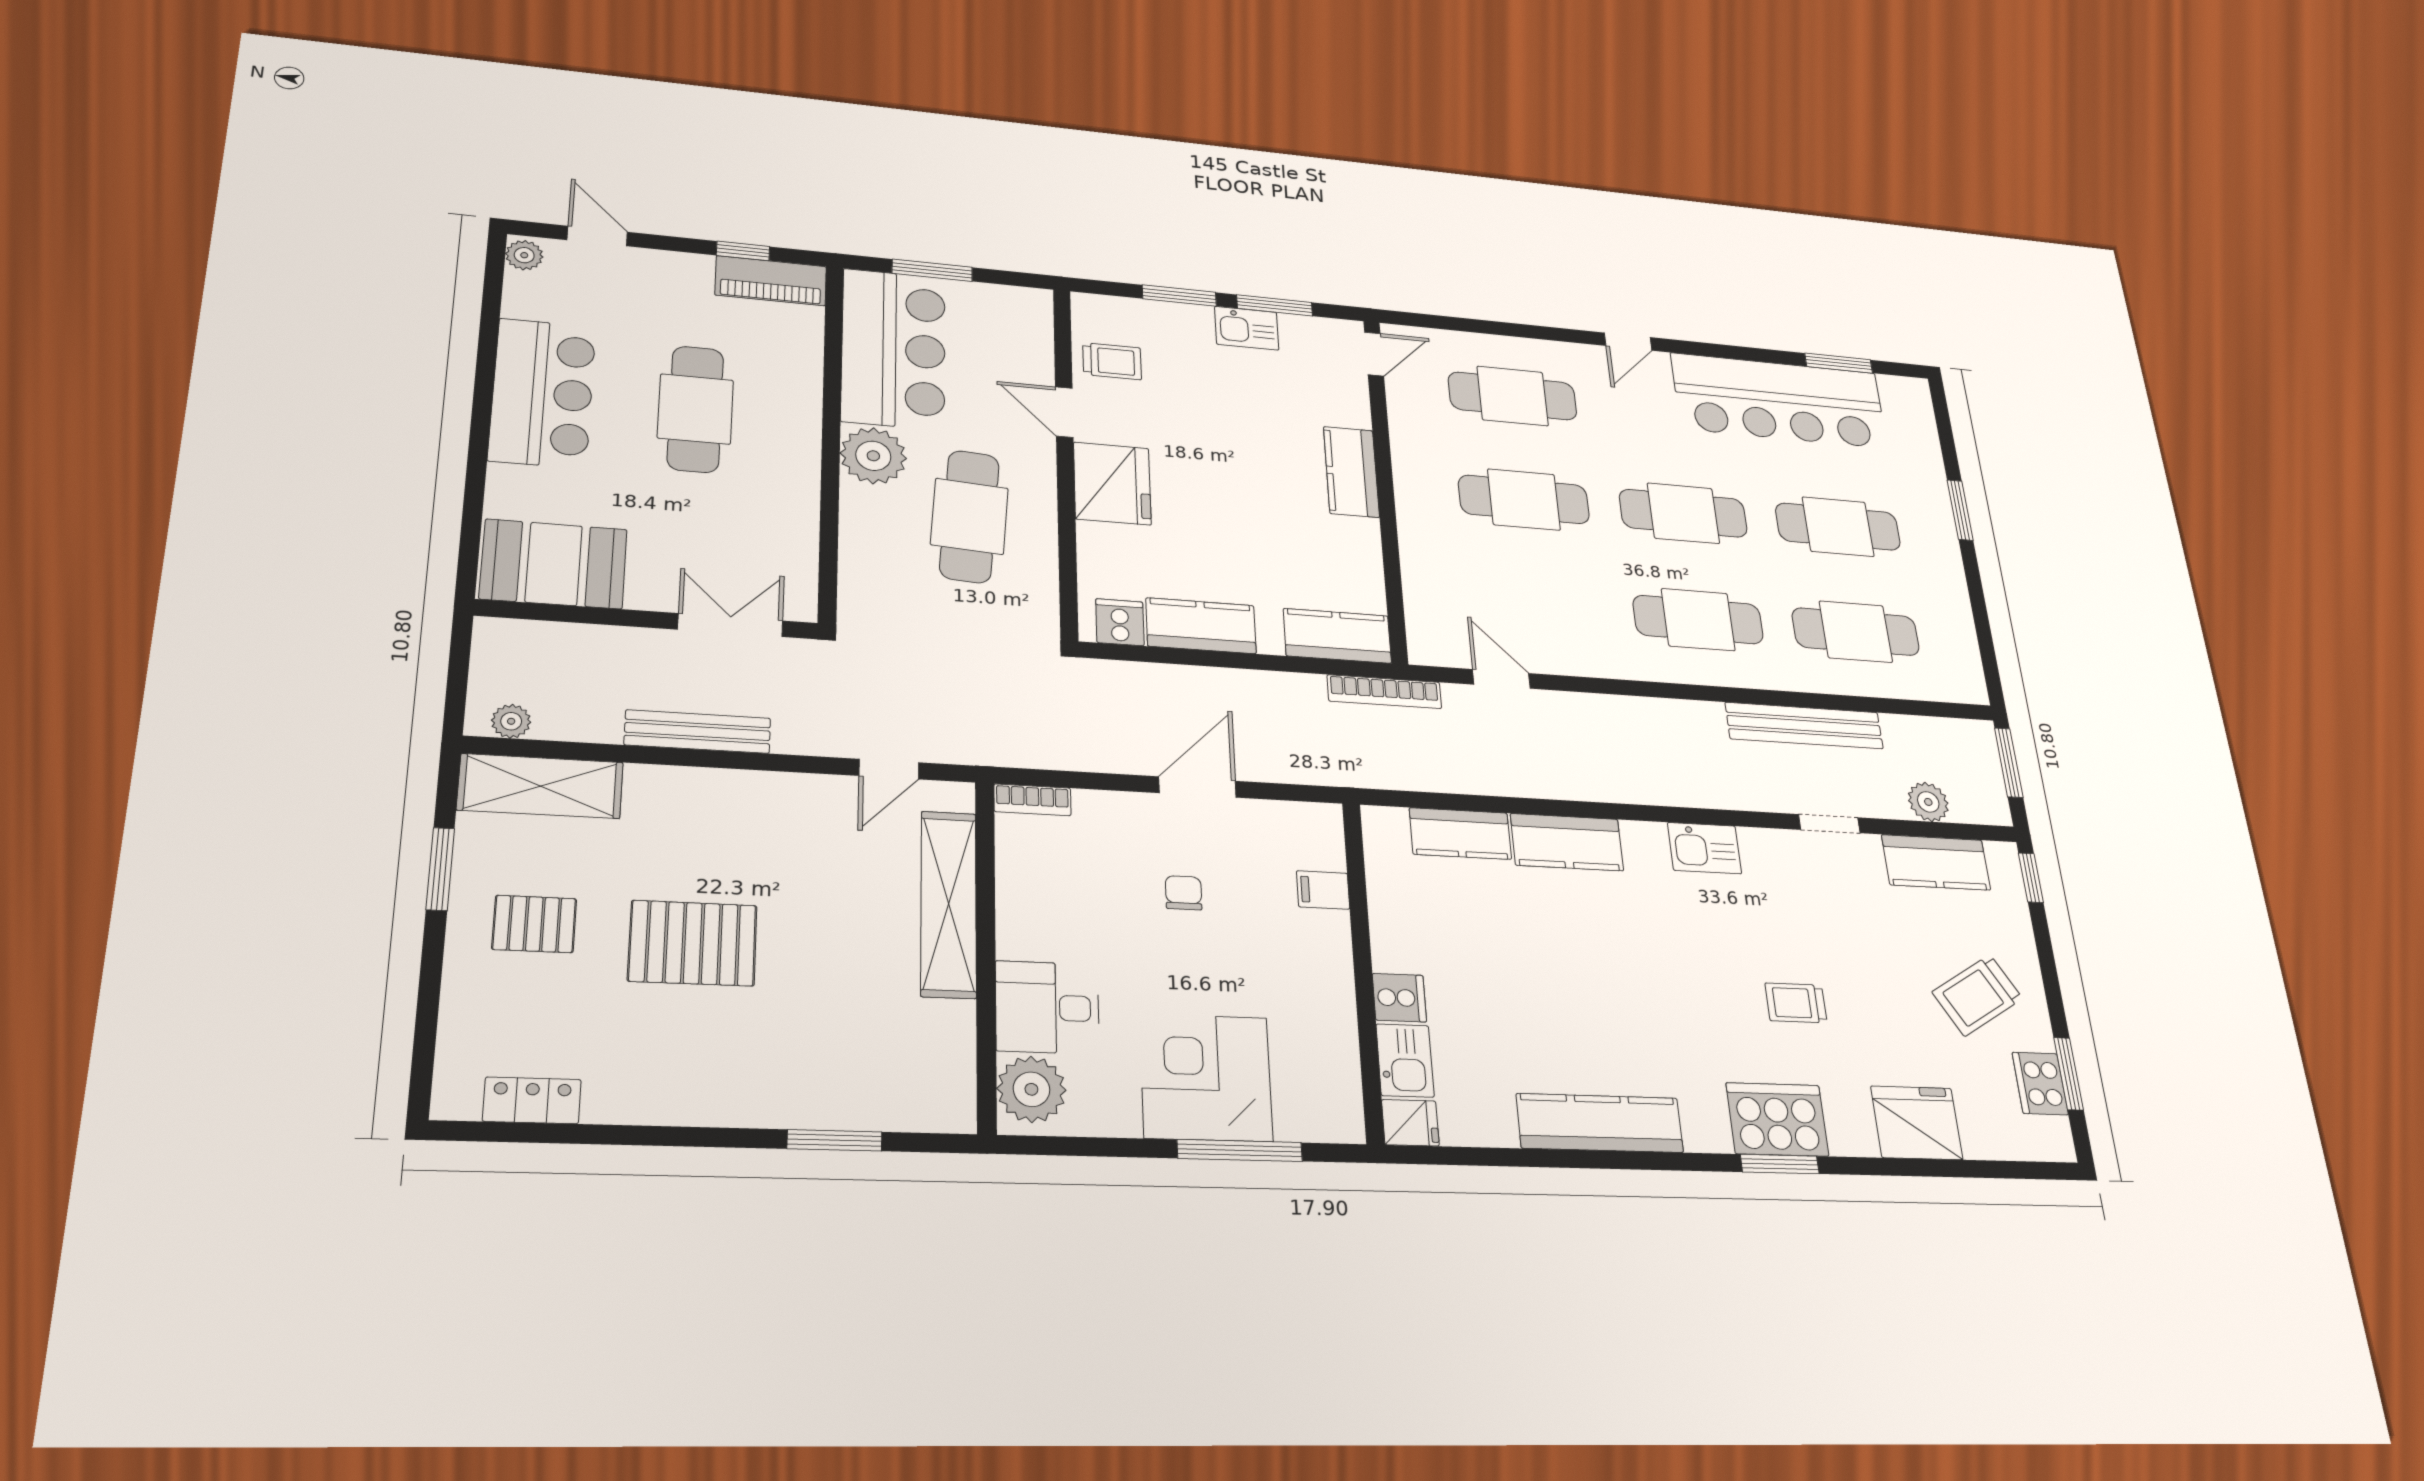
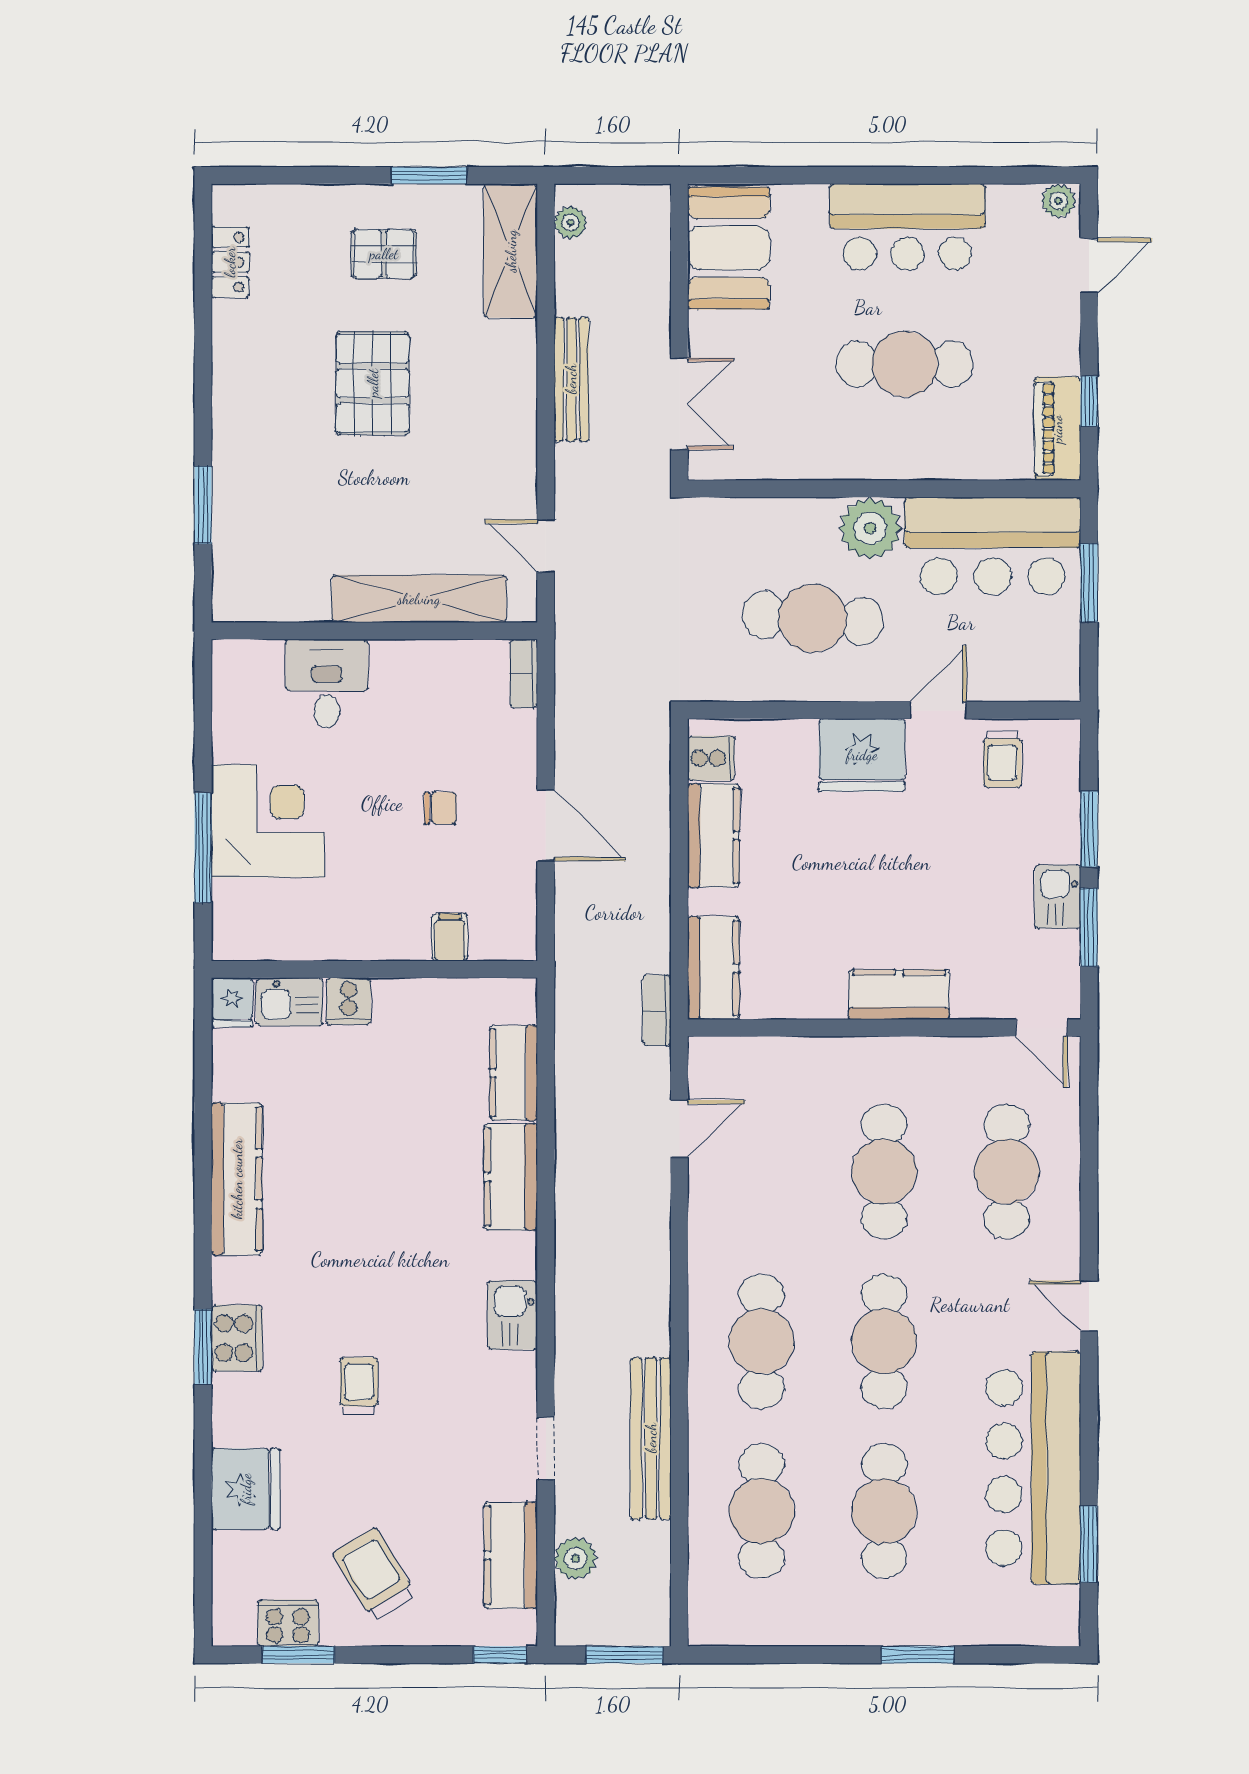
bookcase: (1384, 692) -> (657, 1010), width x0.64
pallet: (534, 924) -> (384, 254), turned 90
plant: (1031, 1089) -> (252, 669), removed
cooker: (1777, 1119) -> (237, 1338), width x0.73, depth x0.76

